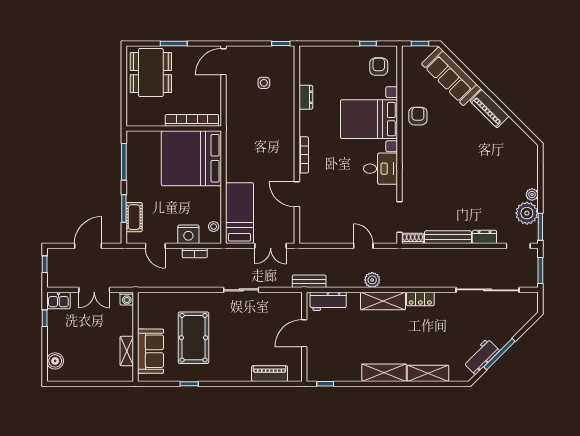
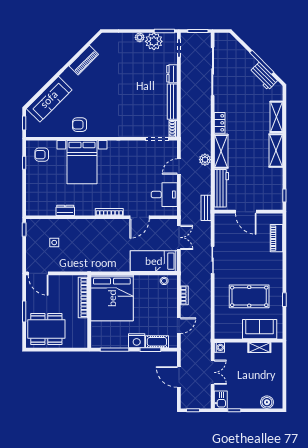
piano: (490, 109) -> (84, 60), moved
desk: (380, 169) -> (164, 195), moved, turned 90
nightstand: (188, 234) -> (137, 341), moved, turned 90
workbench: (328, 301) -> (221, 188), width x1.38

